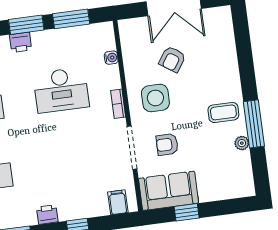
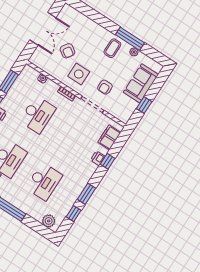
sofa: (169, 191) -> (141, 83), moved
filing cabinet: (118, 202) -> (109, 137), width x2.00
printer: (47, 214) -> (98, 158), moved

